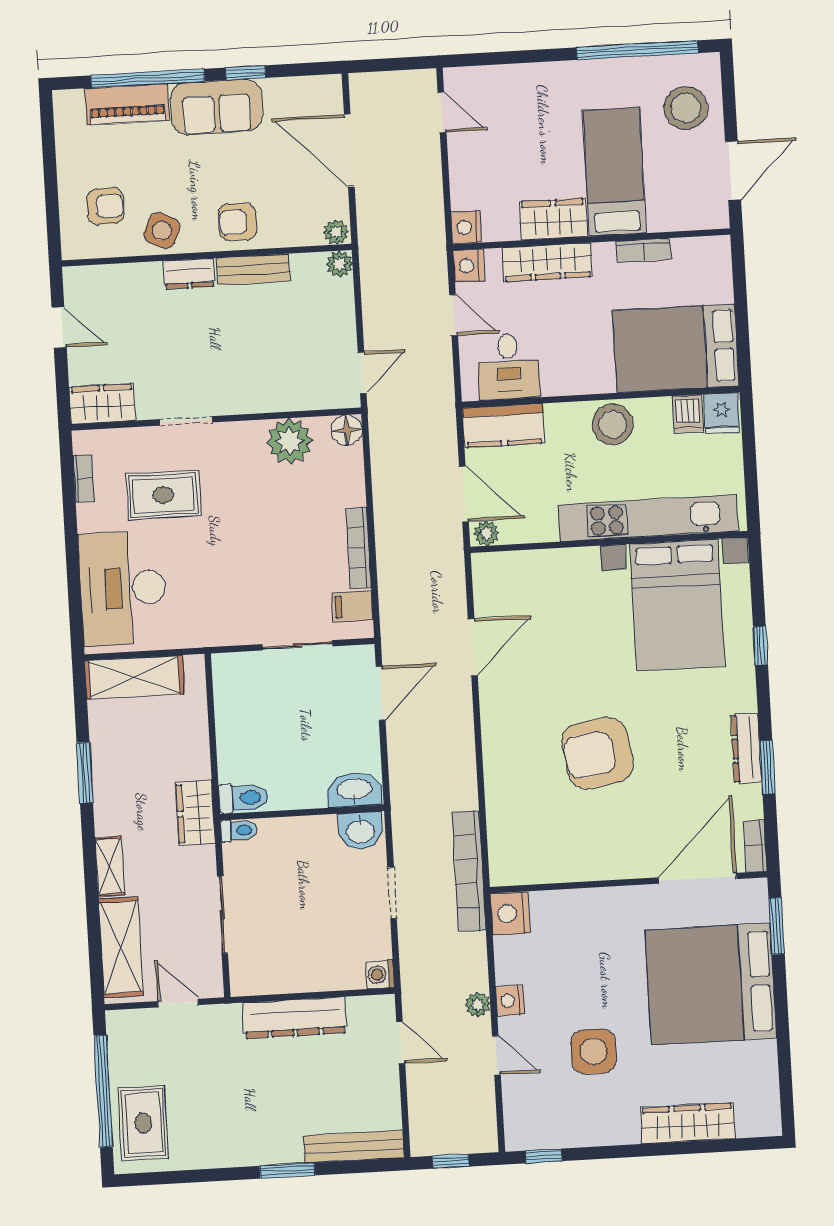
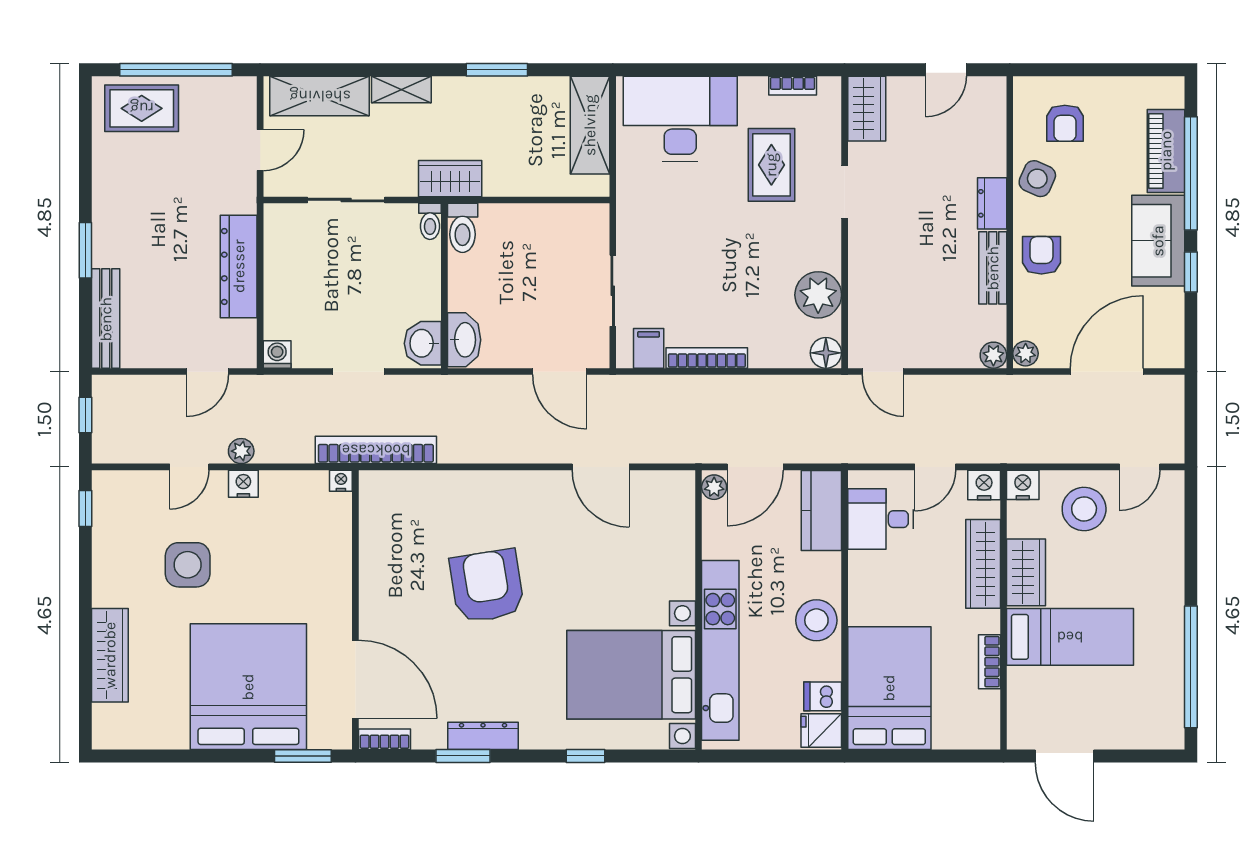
stool: (686, 108) -> (1084, 509), moved
nightstand: (510, 913) -> (341, 481), width x0.53, depth x0.56

